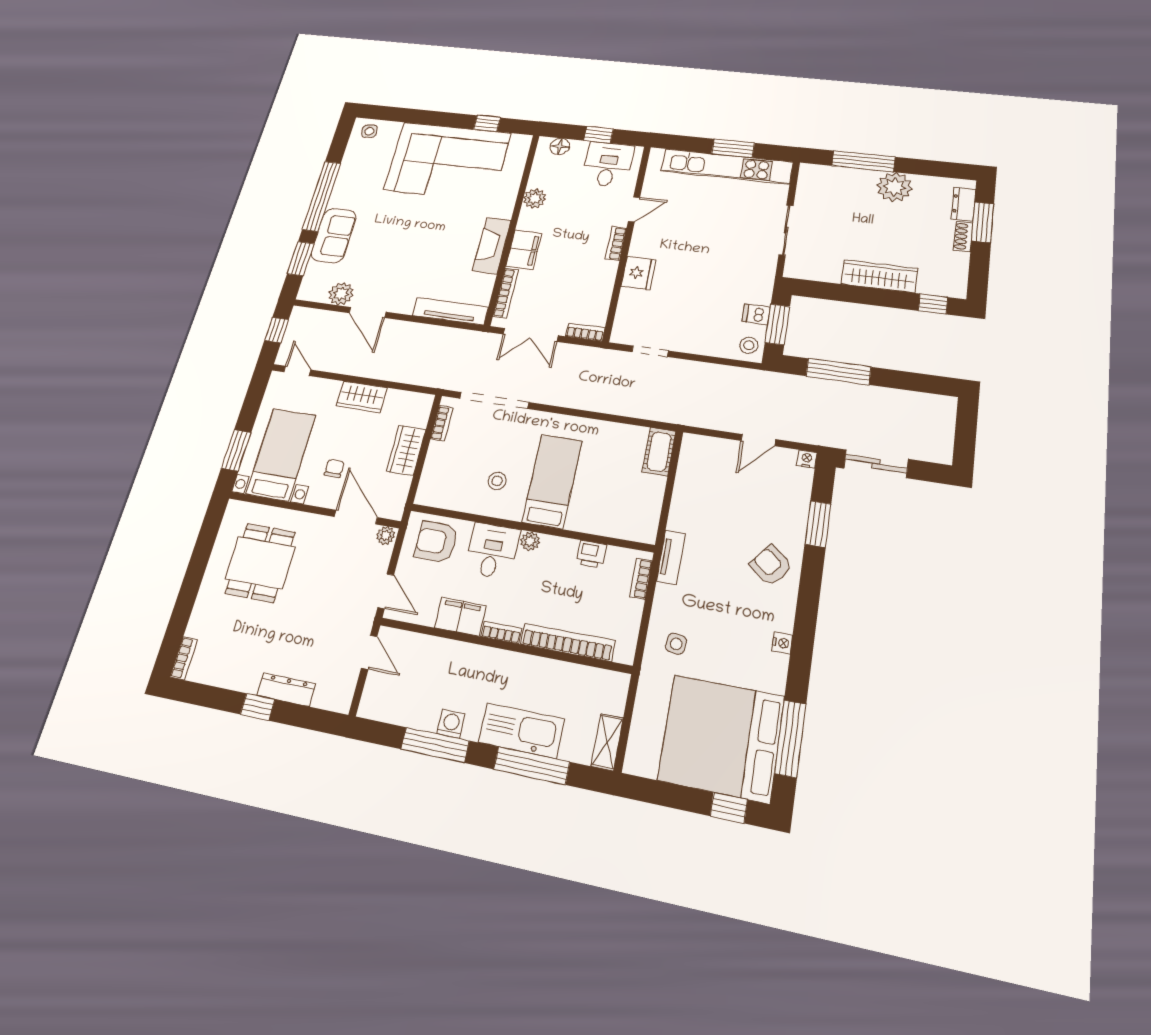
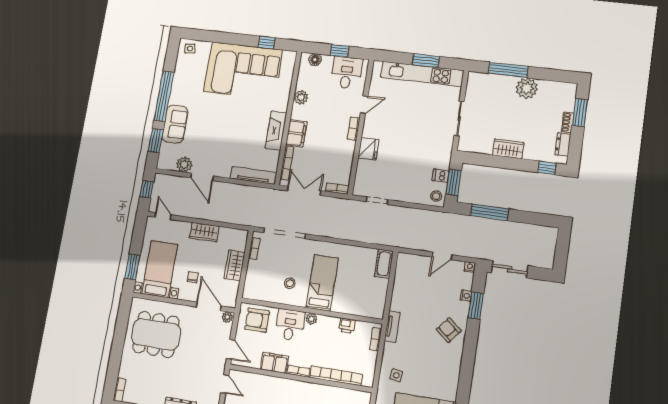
dresser: (963, 204) -> (563, 144), moved
wardrobe: (879, 276) -> (508, 149), width x0.67
double door: (531, 335) -> (304, 191), swing flipped
dining table: (260, 563) -> (156, 334), width x1.38
nightstand: (782, 643) -> (466, 296), moved

